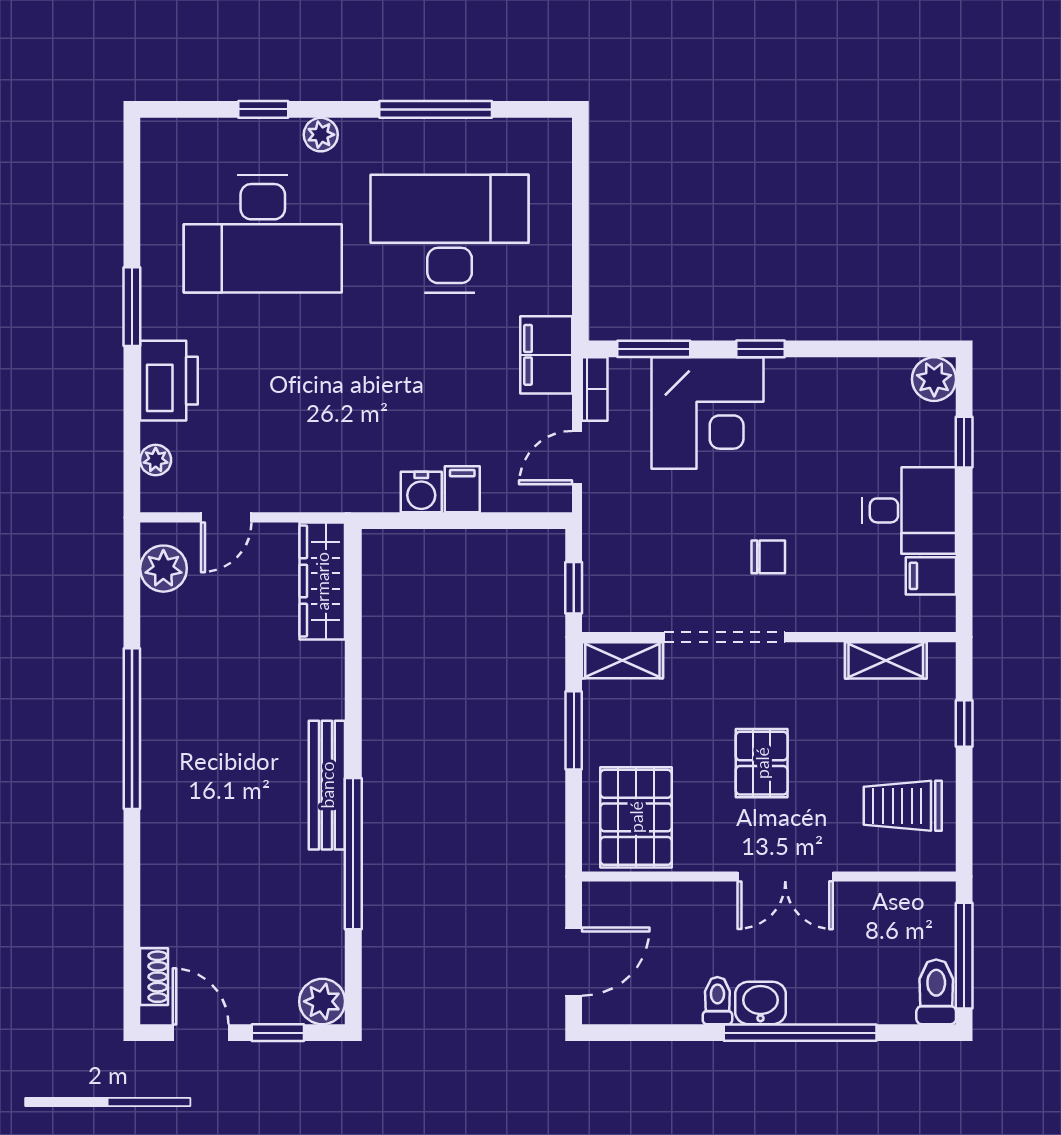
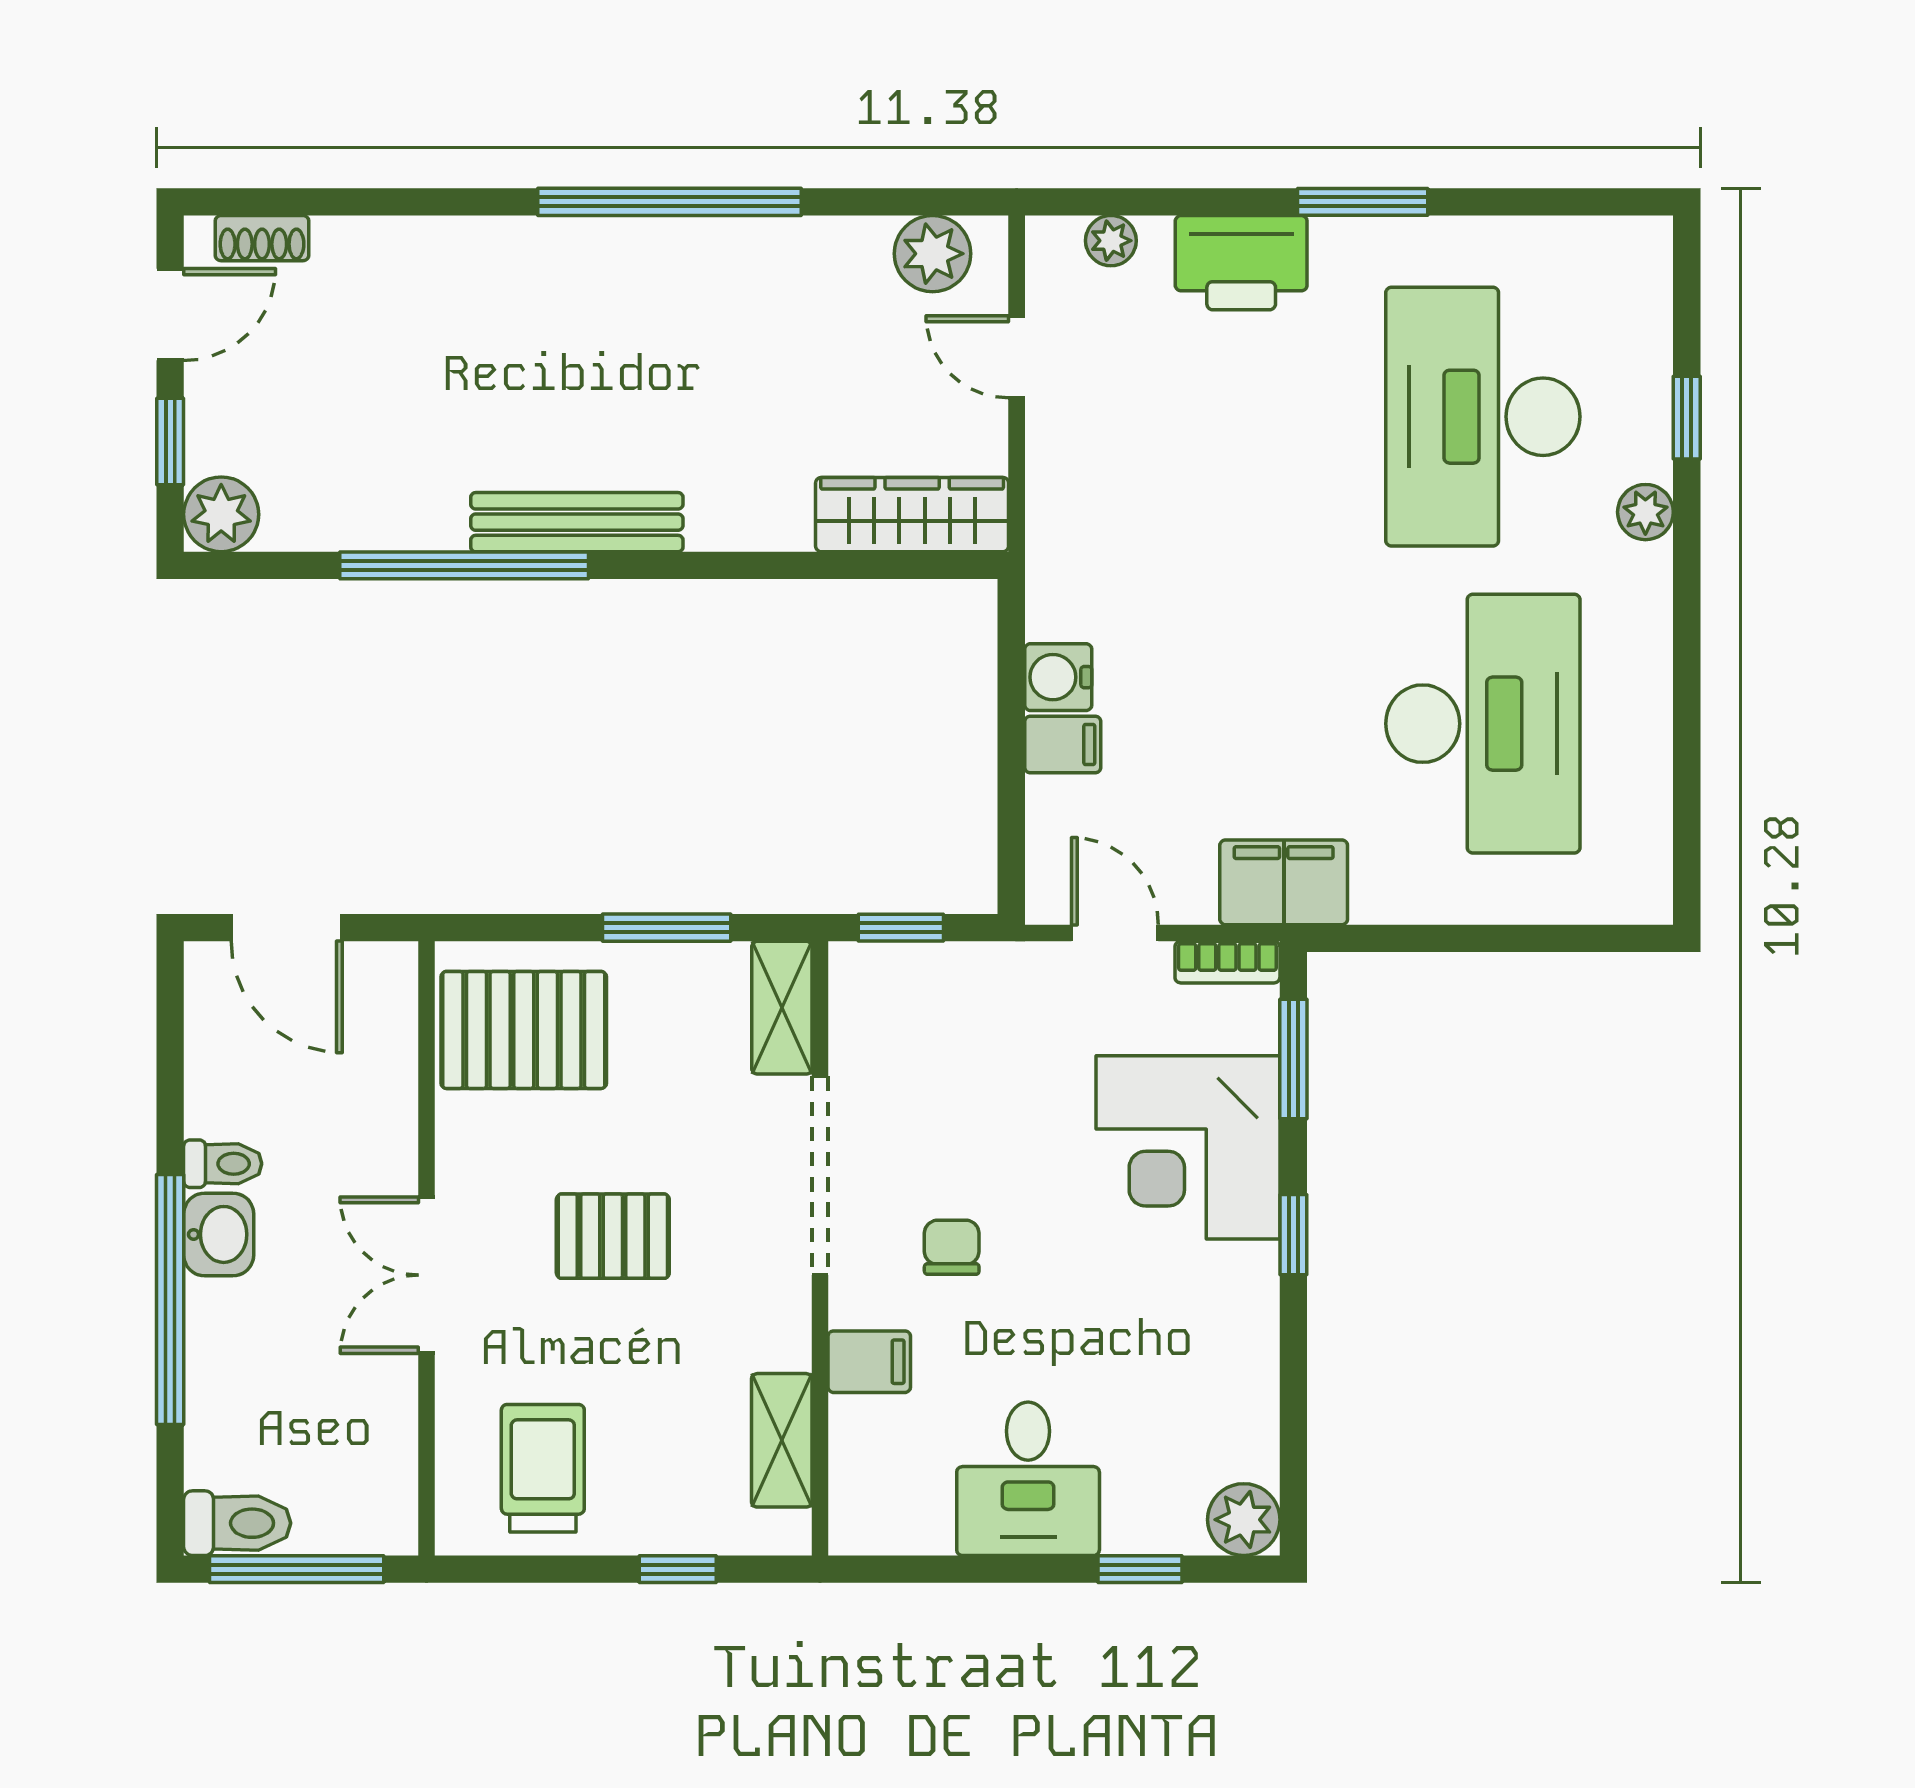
window: (436, 109) -> (1687, 701), removed
chair: (768, 557) -> (952, 1247), turned 180
filing cabinet: (931, 576) -> (869, 1362), moved, turned 90

